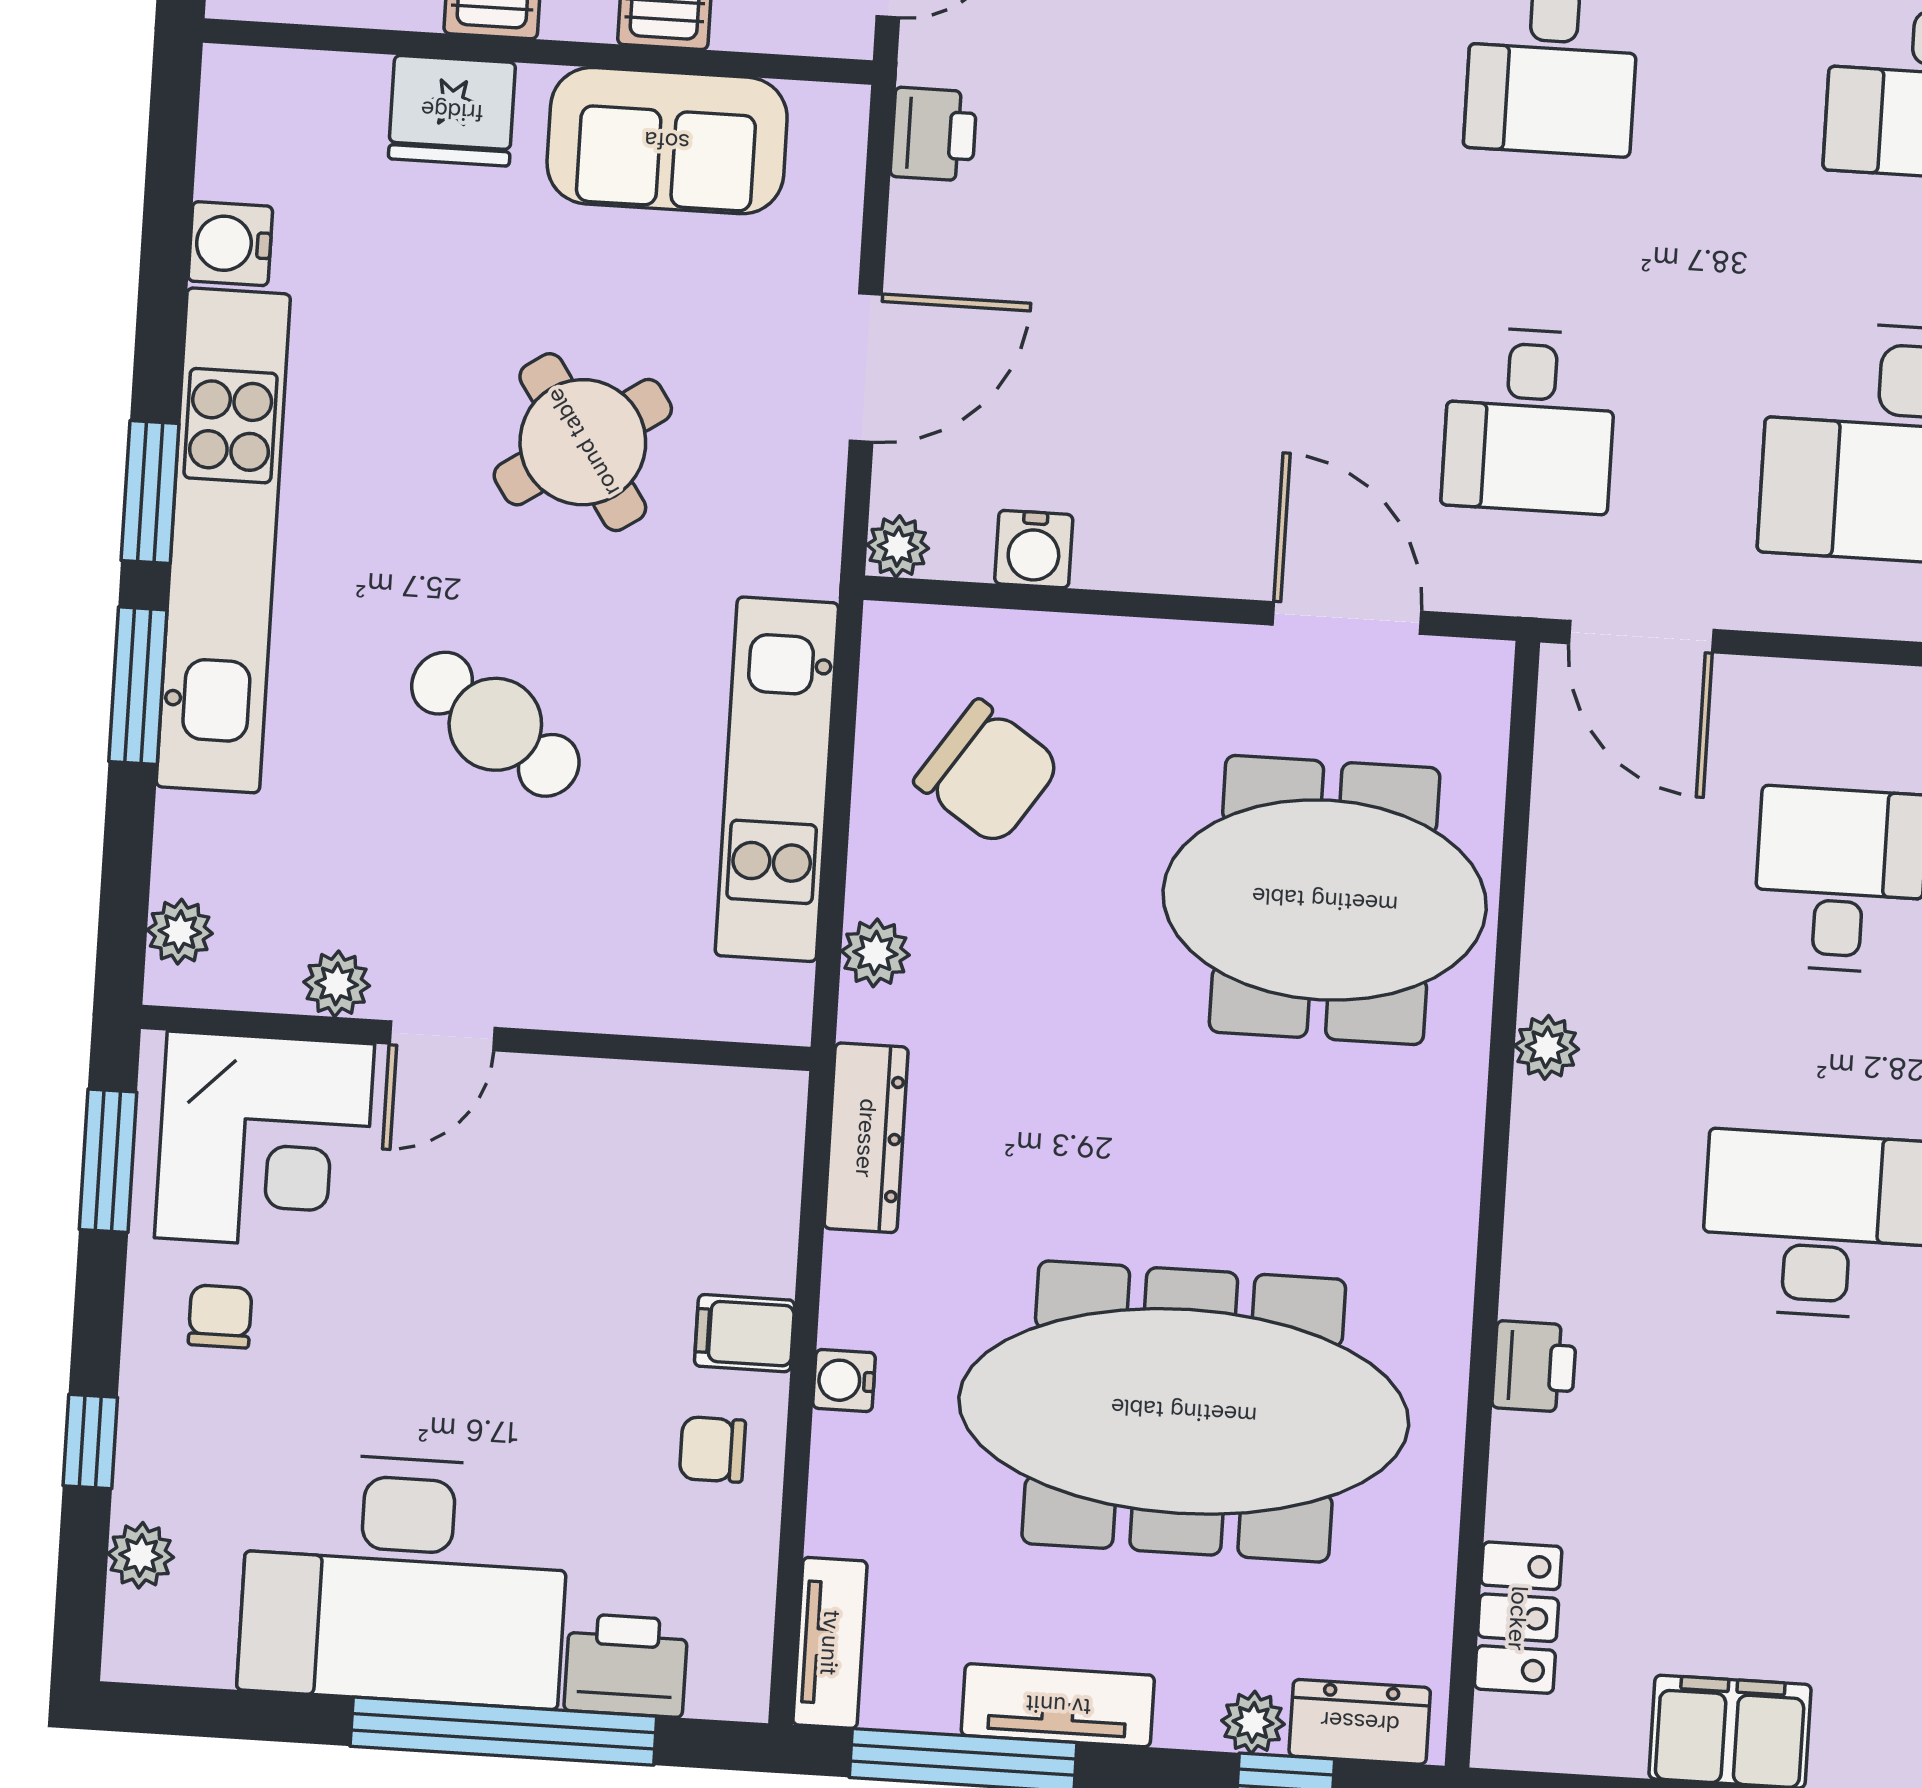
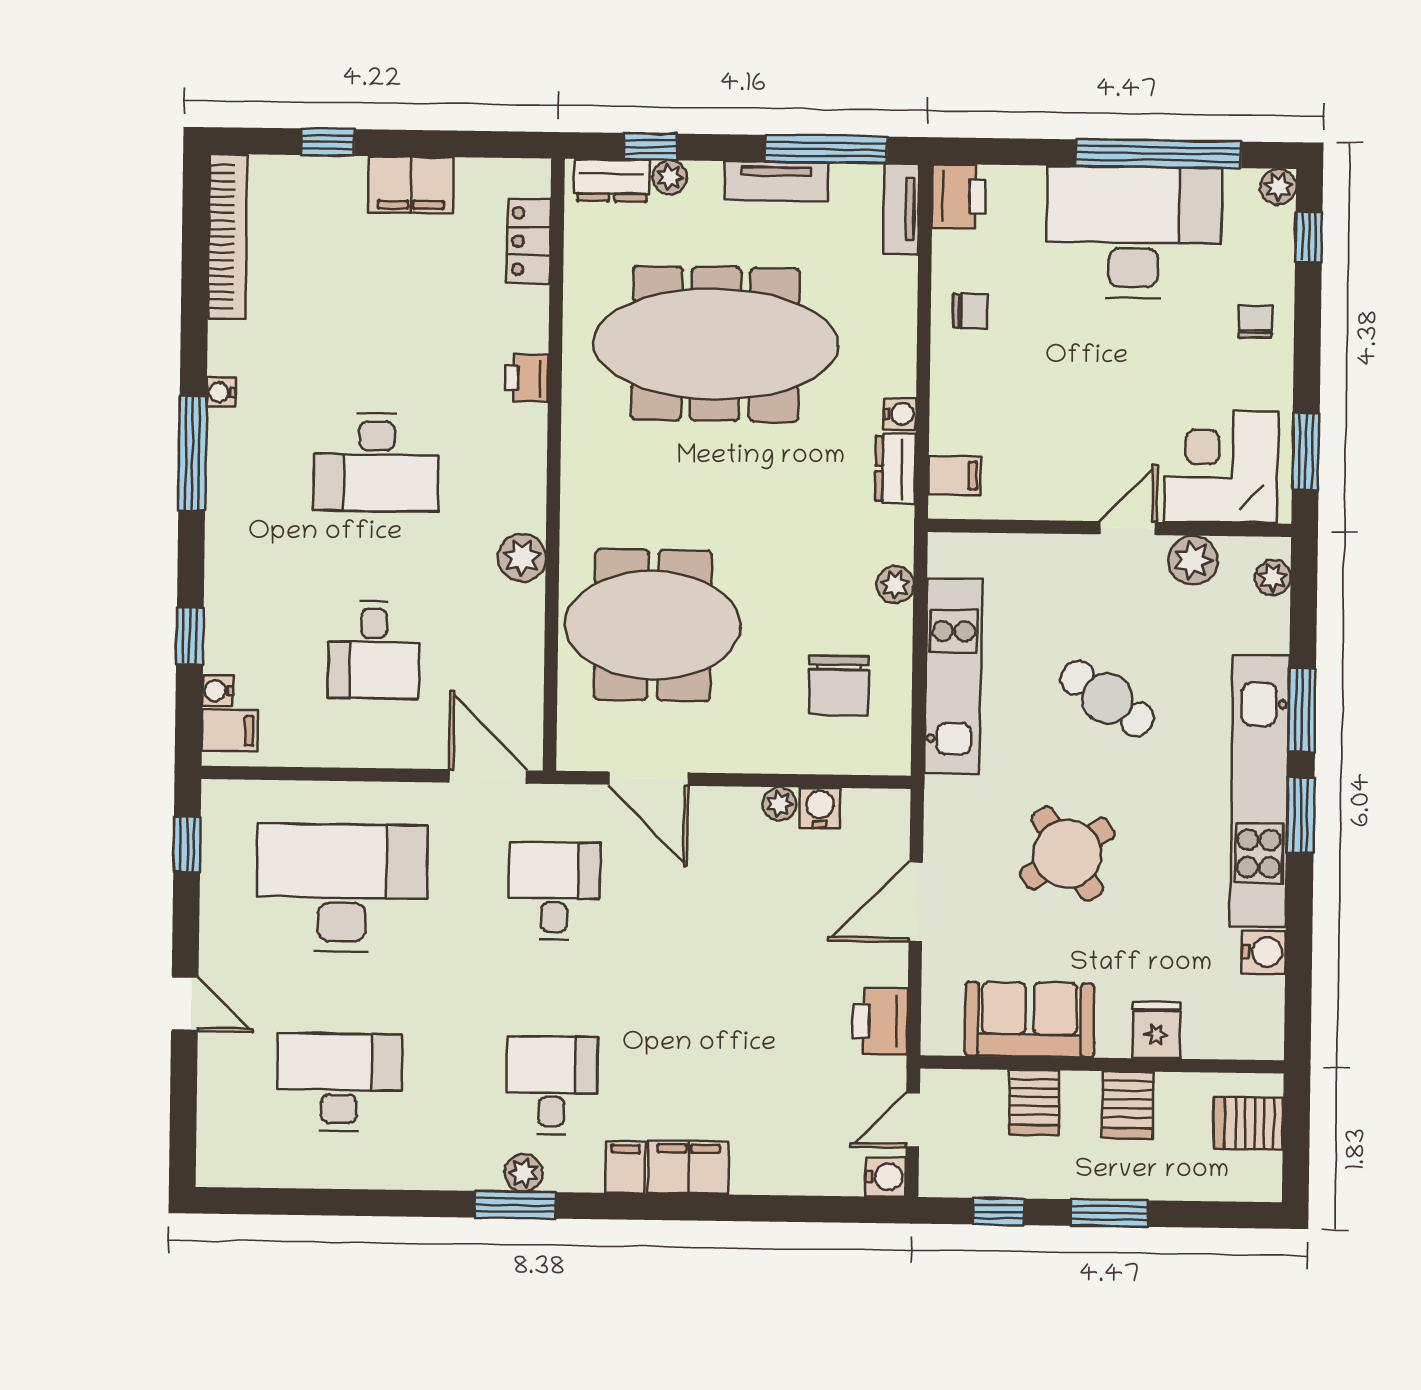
fridge: (452, 111) -> (1156, 1030), width x0.72
printer: (934, 134) -> (880, 1021), width x1.36, depth x1.24
plant: (898, 547) -> (779, 804), moved
chair: (988, 773) -> (839, 685), turned -124
plant: (337, 984) -> (1193, 560), width x1.38, depth x1.38
plant: (1547, 1047) -> (522, 558), width x1.38, depth x1.38
dresser: (866, 1138) -> (895, 469), width x0.70
chair: (220, 1316) -> (1255, 322), moved, turned 180
filing cabinet: (745, 1333) -> (955, 475), moved
water cooler: (844, 1380) -> (900, 414), moved
window: (90, 1441) -> (1309, 237), moved
plant: (141, 1555) -> (1278, 187), moved
printer: (626, 1665) -> (959, 196), moved, turned -90
window: (503, 1731) -> (1159, 154), moved

